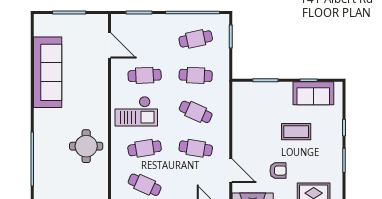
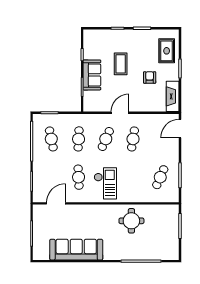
sofa: (313, 93) -> (92, 75), moved
cafe table: (145, 148) -> (133, 177), removed
door: (231, 171) -> (120, 113), moved

